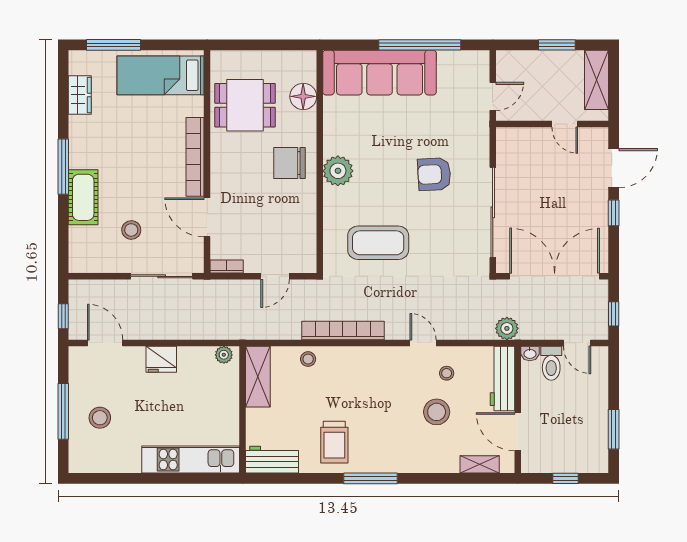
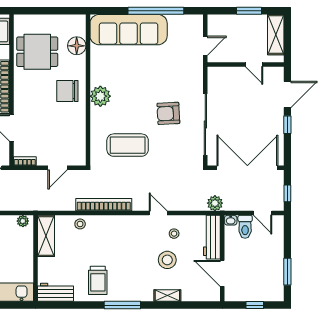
armchair: (434, 174) -> (168, 113), moved
shelving: (480, 464) -> (167, 296), moved

